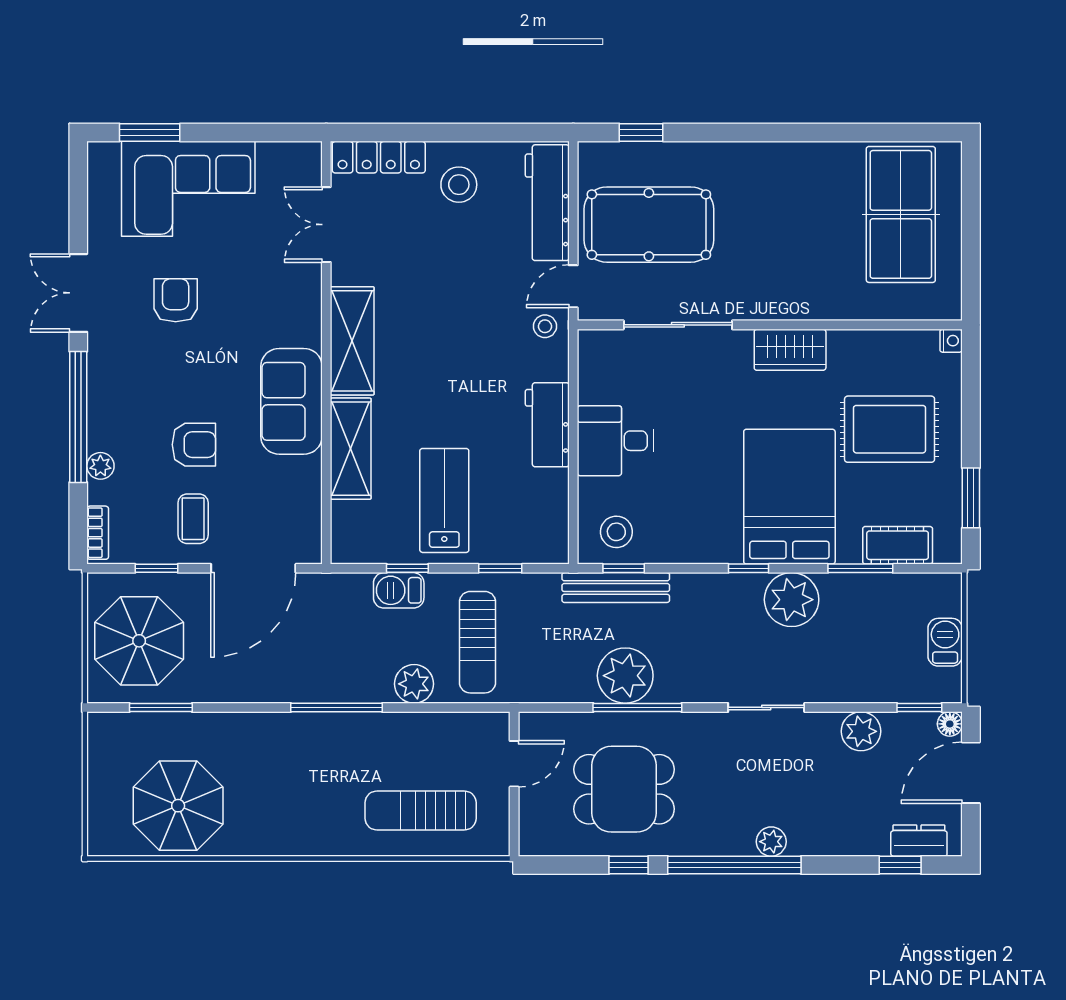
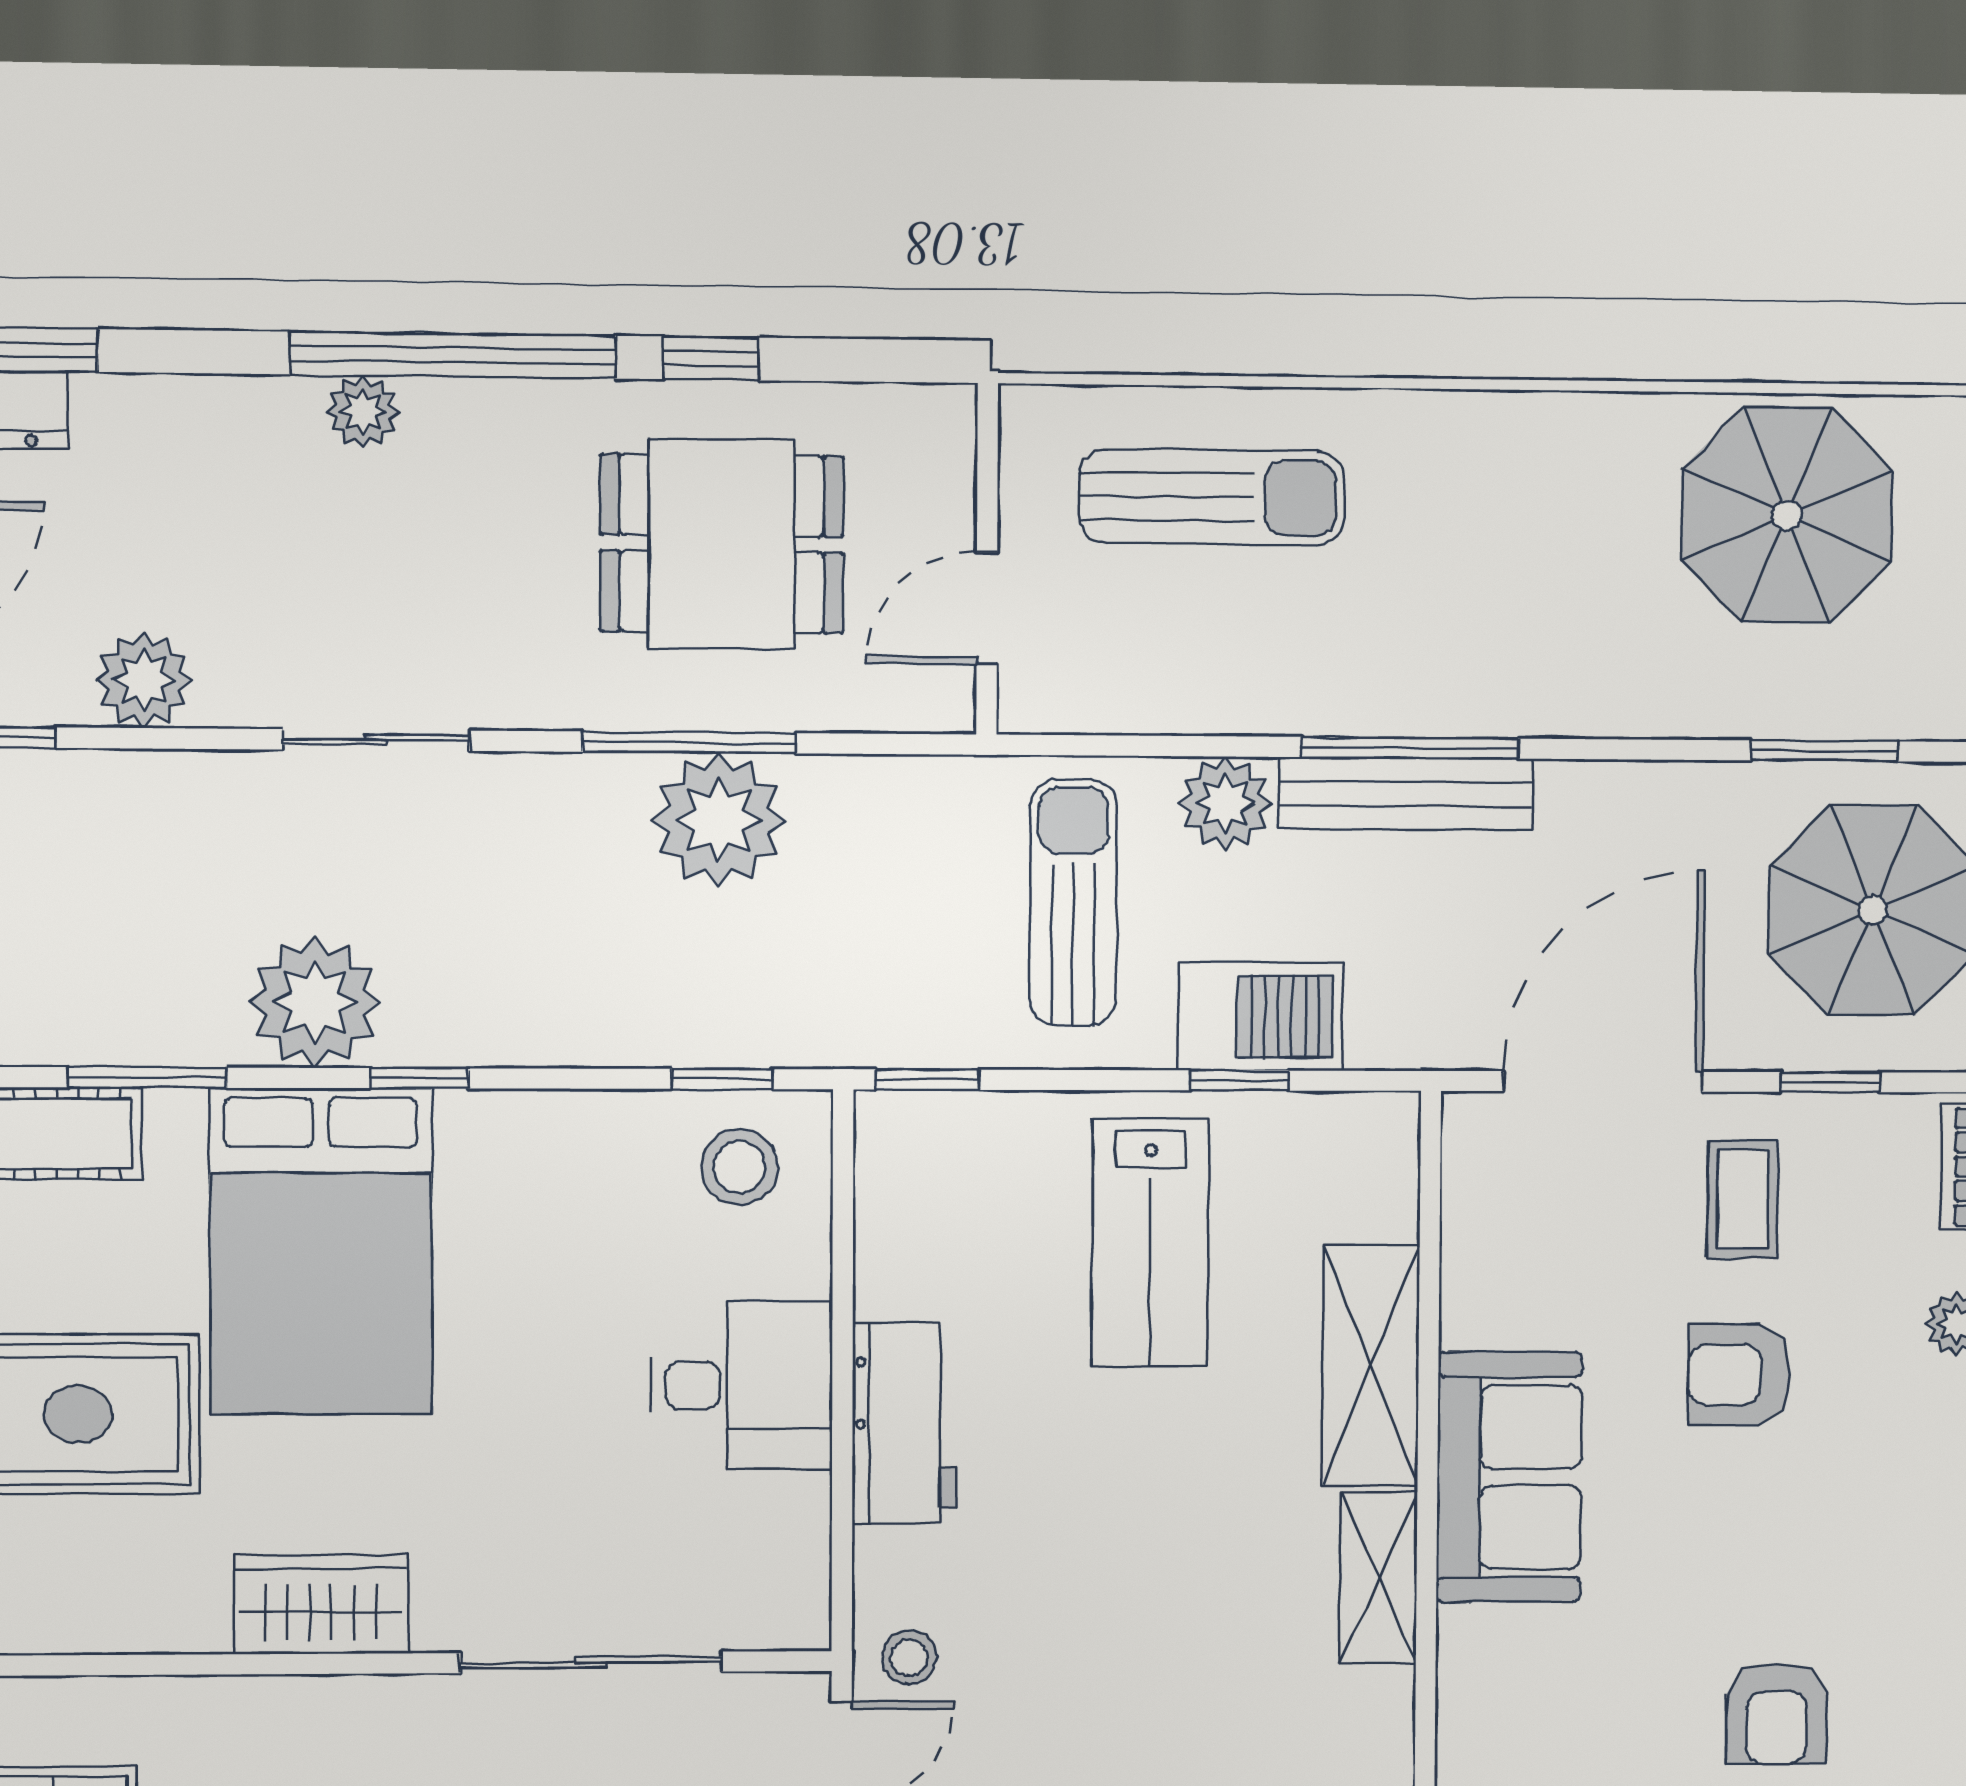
shelving: (352, 341) -> (1378, 1578), width x0.67, depth x0.75
window: (500, 568) -> (927, 1080), moved
bench: (616, 588) -> (1406, 794), moved
barbecue: (399, 590) -> (1260, 1016), width x1.38, depth x1.27

